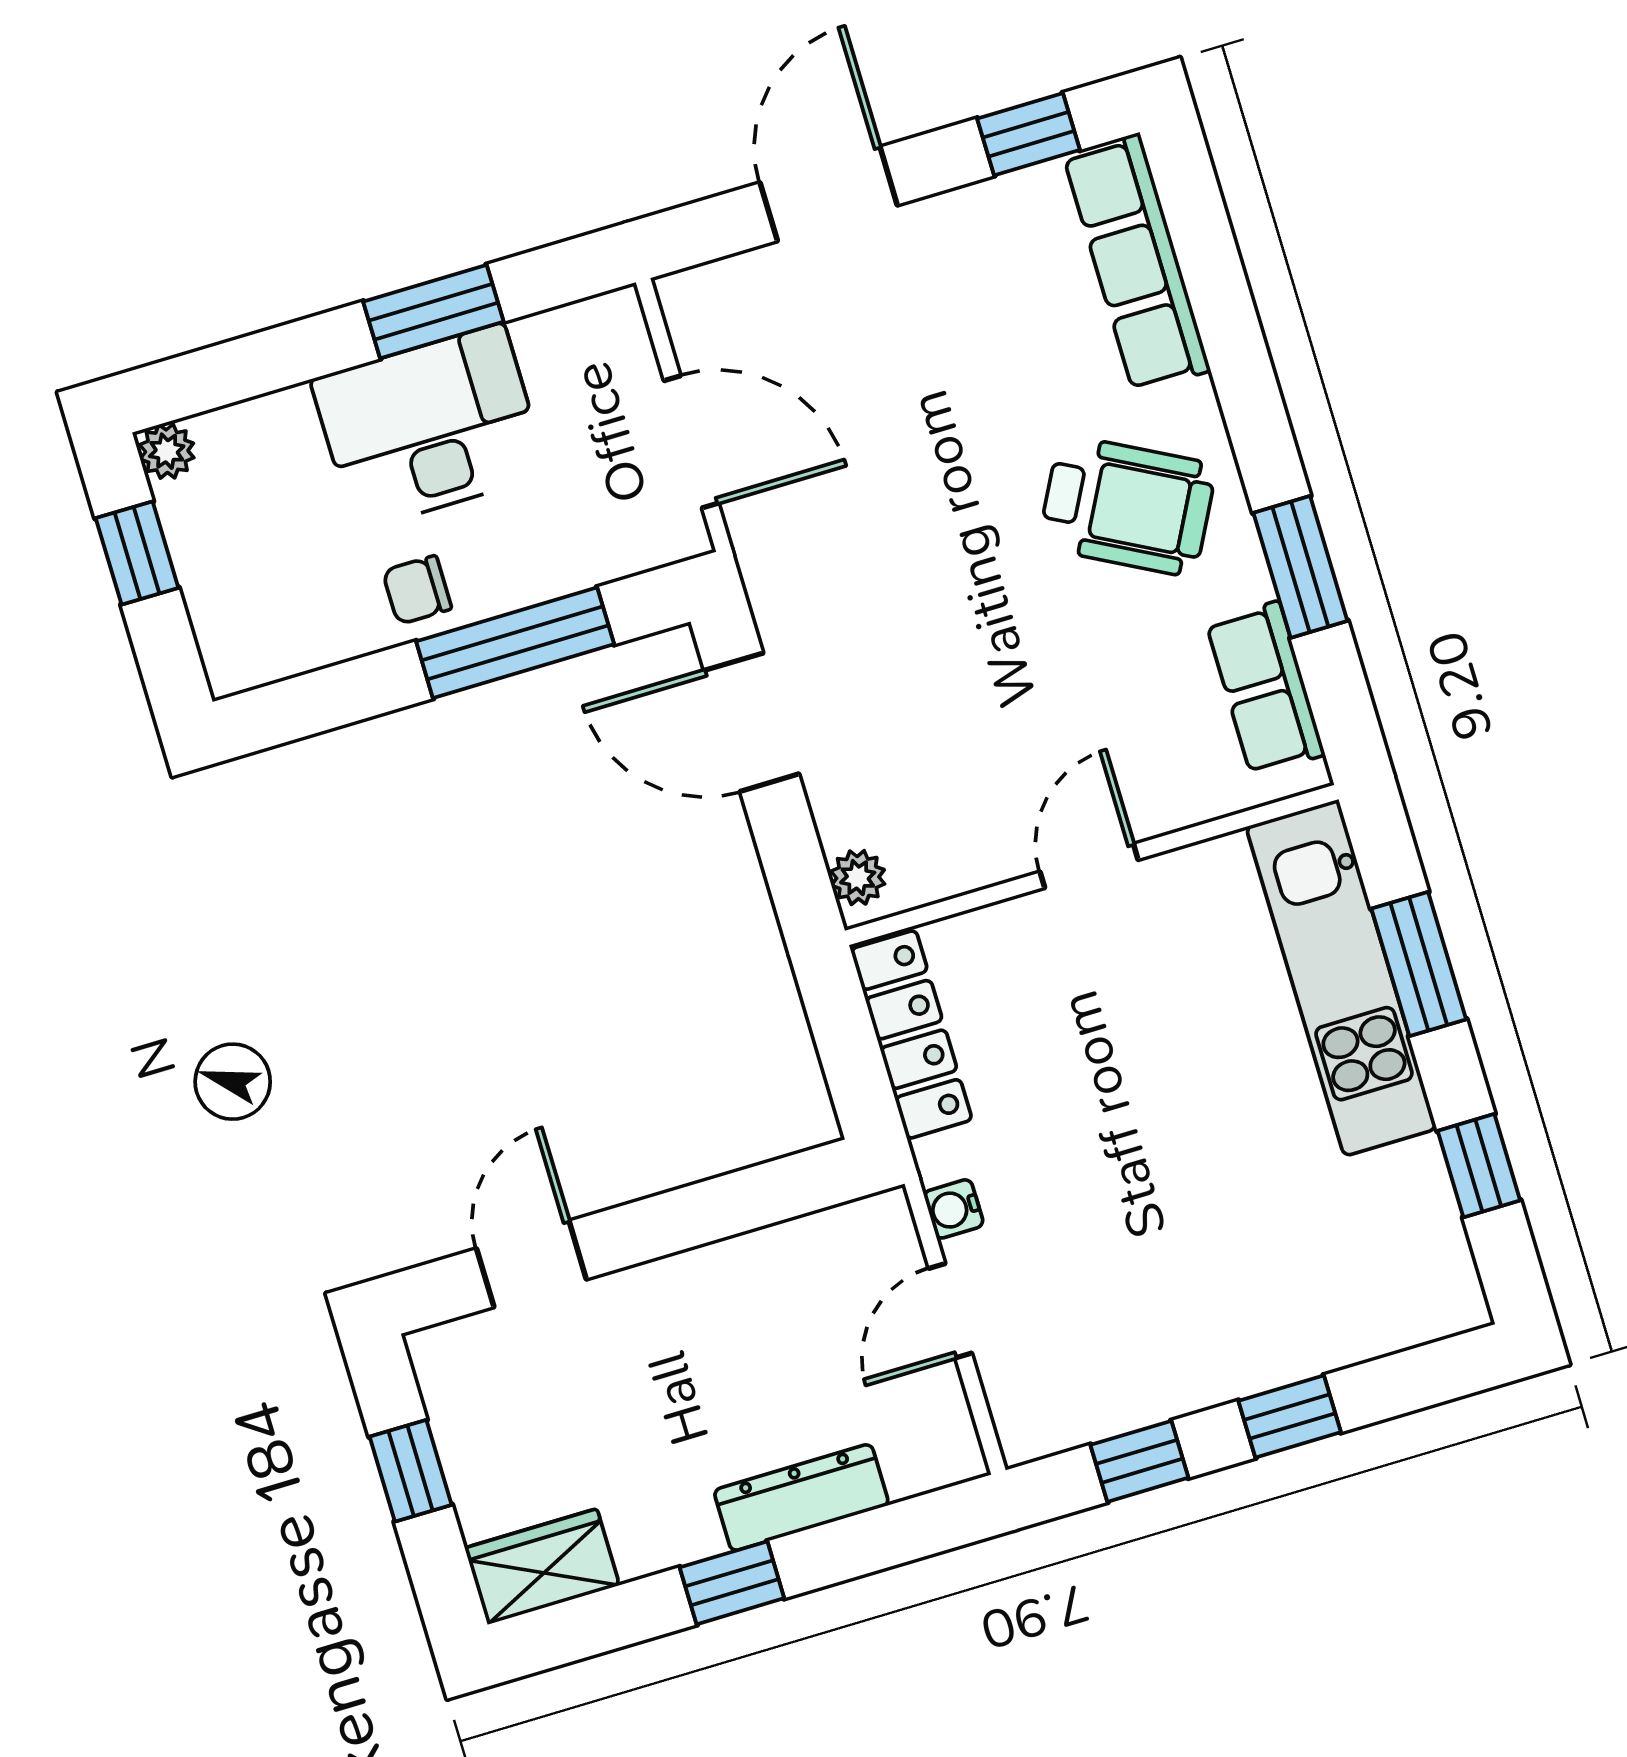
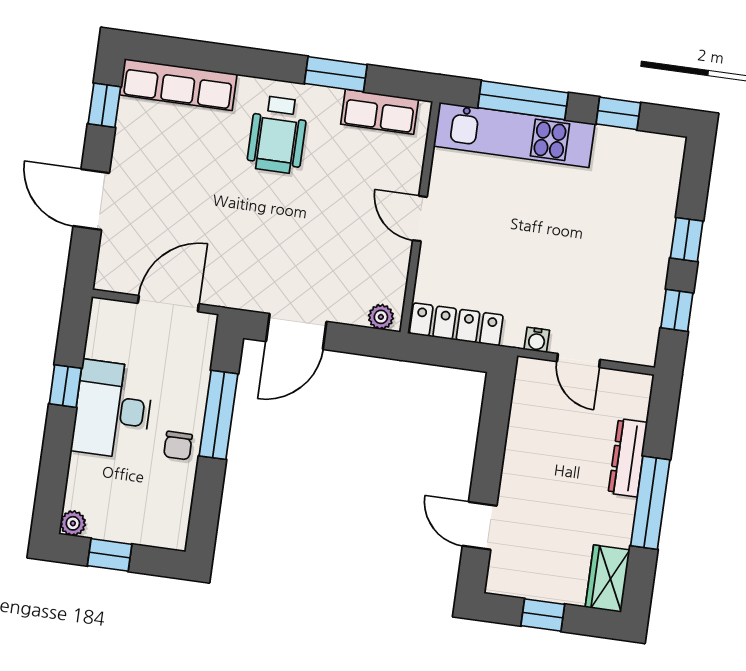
window: (433, 312) -> (65, 386), width x0.67
wheelchair: (1127, 506) -> (277, 135), turned 152
window: (1419, 964) -> (523, 100), width x1.44
window: (732, 1583) -> (650, 503), width x2.17

